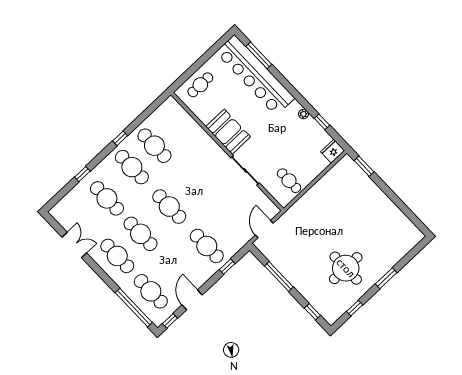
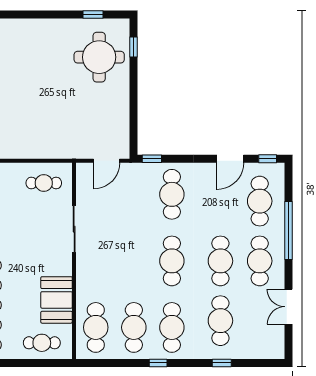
cafe table: (177, 124) -> (96, 327), added
booth: (228, 132) -> (57, 300), moved
cafe table: (289, 181) -> (44, 183), turned 90
window: (227, 267) -> (152, 159), moved
round table: (346, 268) -> (99, 57), moved
window: (279, 276) -> (133, 107), removed
window: (386, 278) -> (40, 15), removed
window: (134, 308) -> (289, 231), moved

